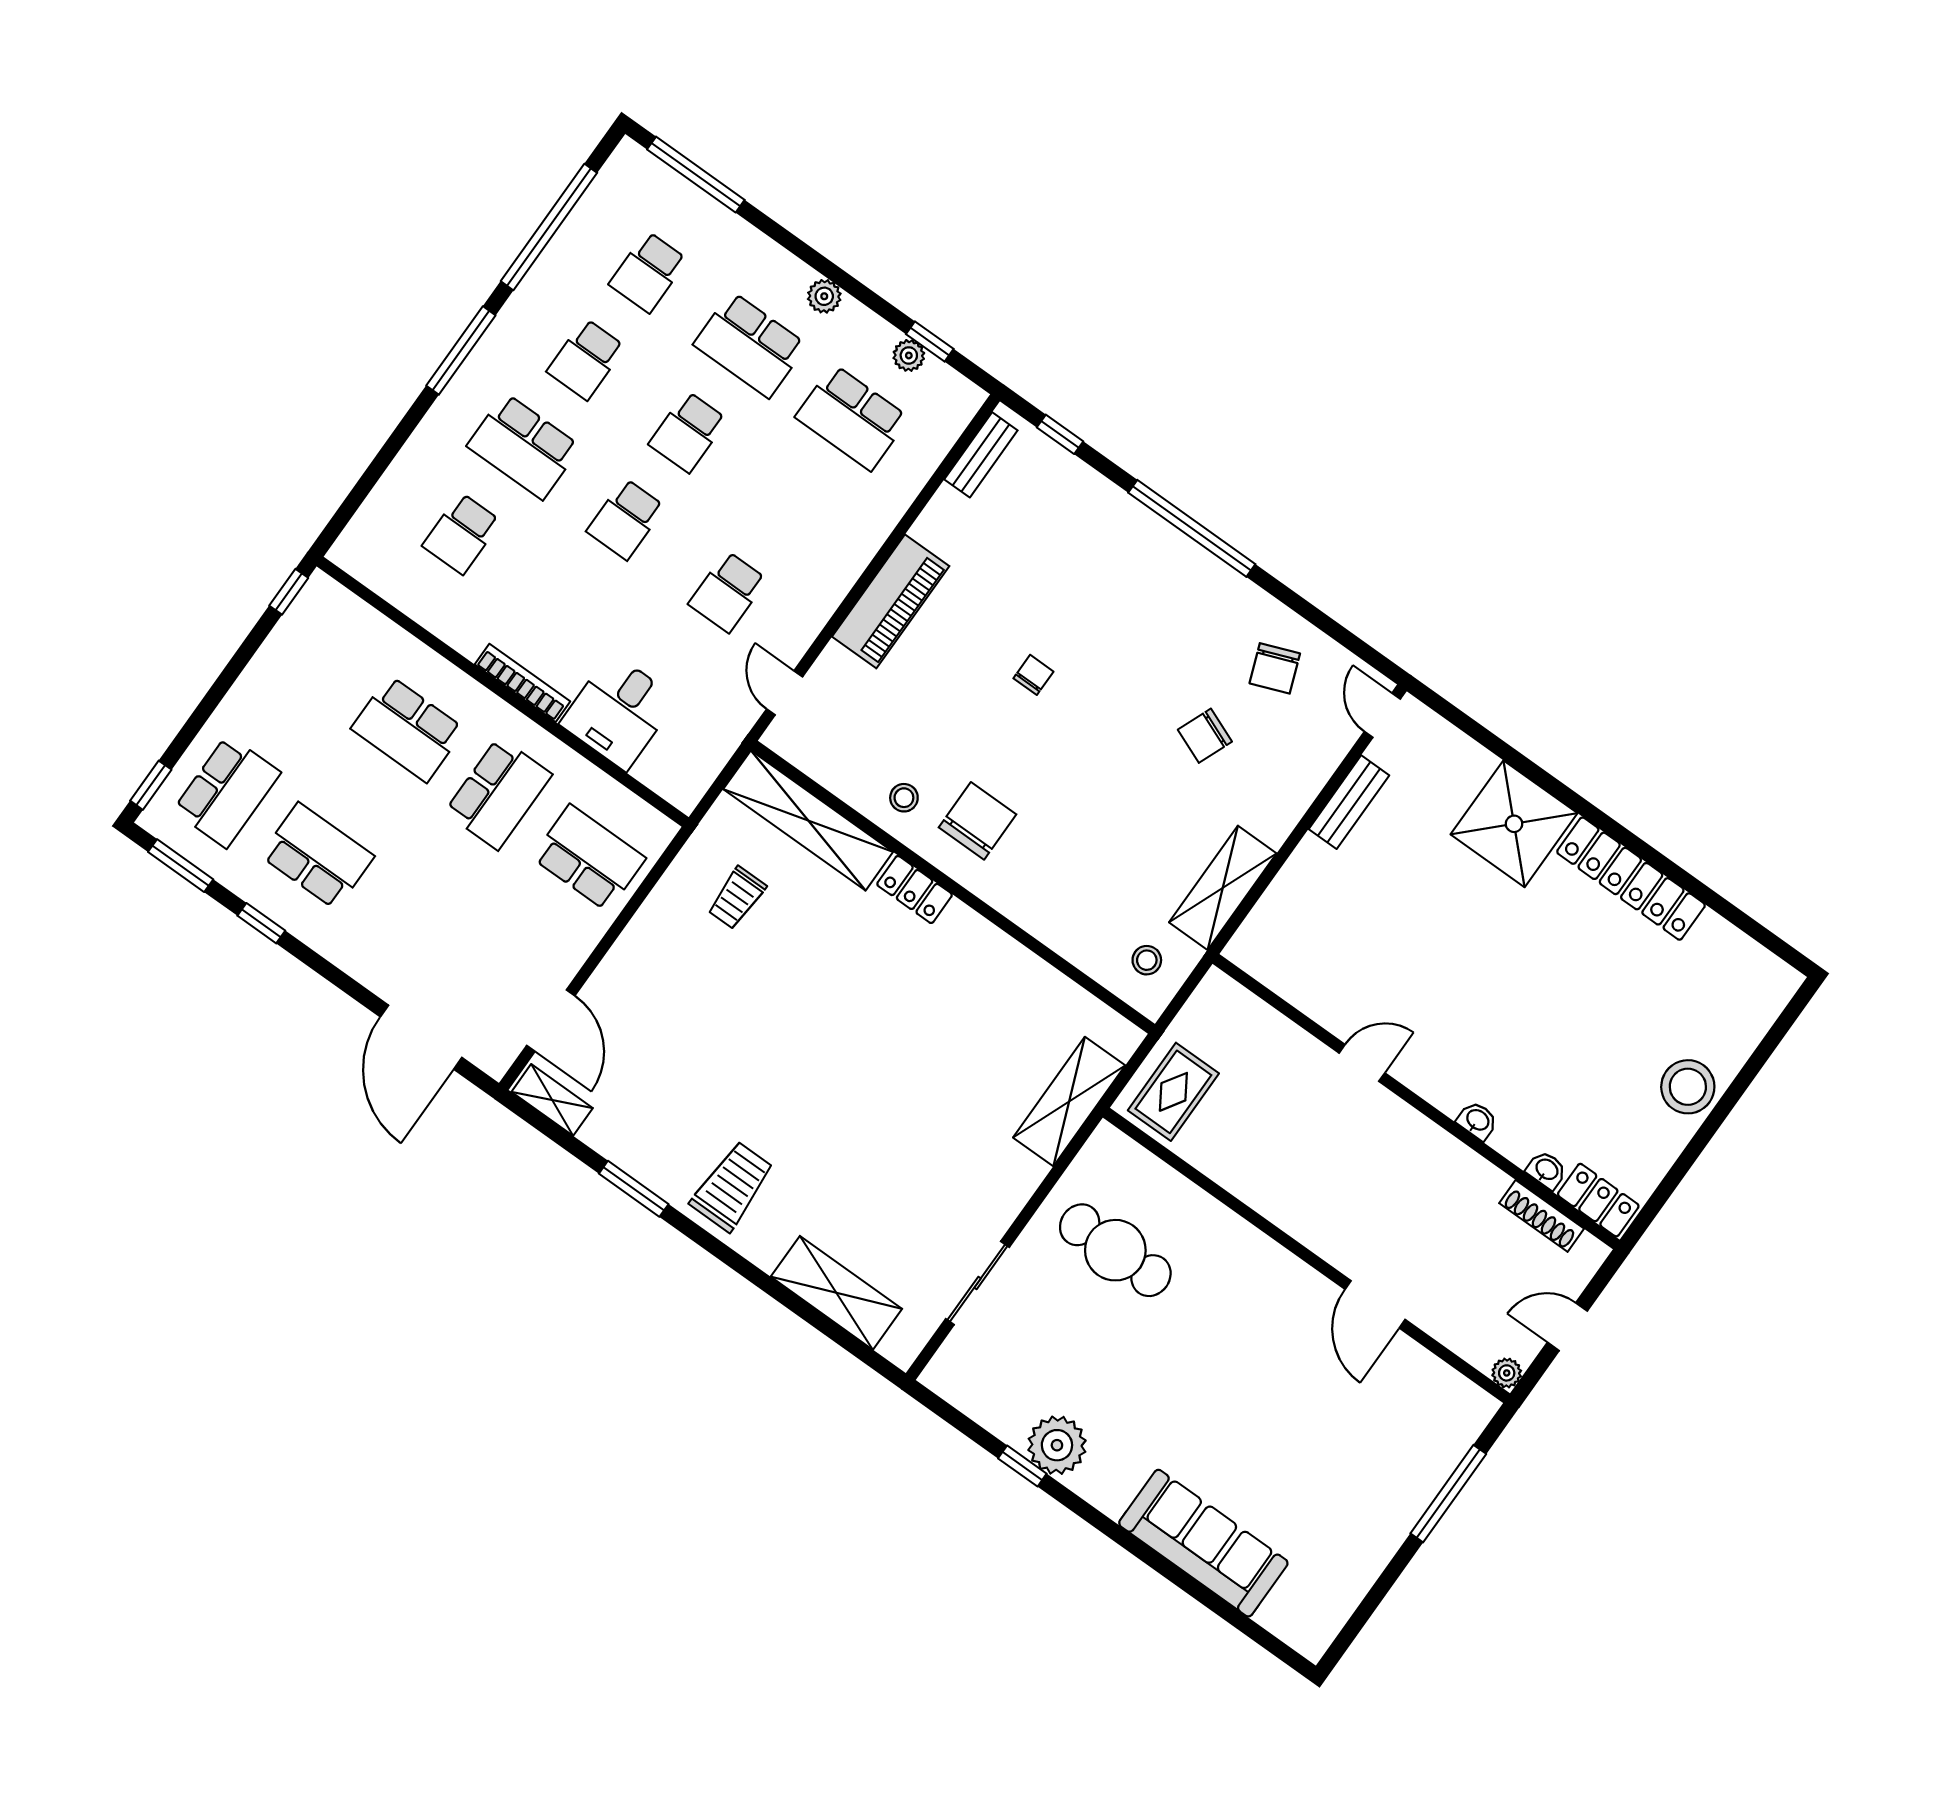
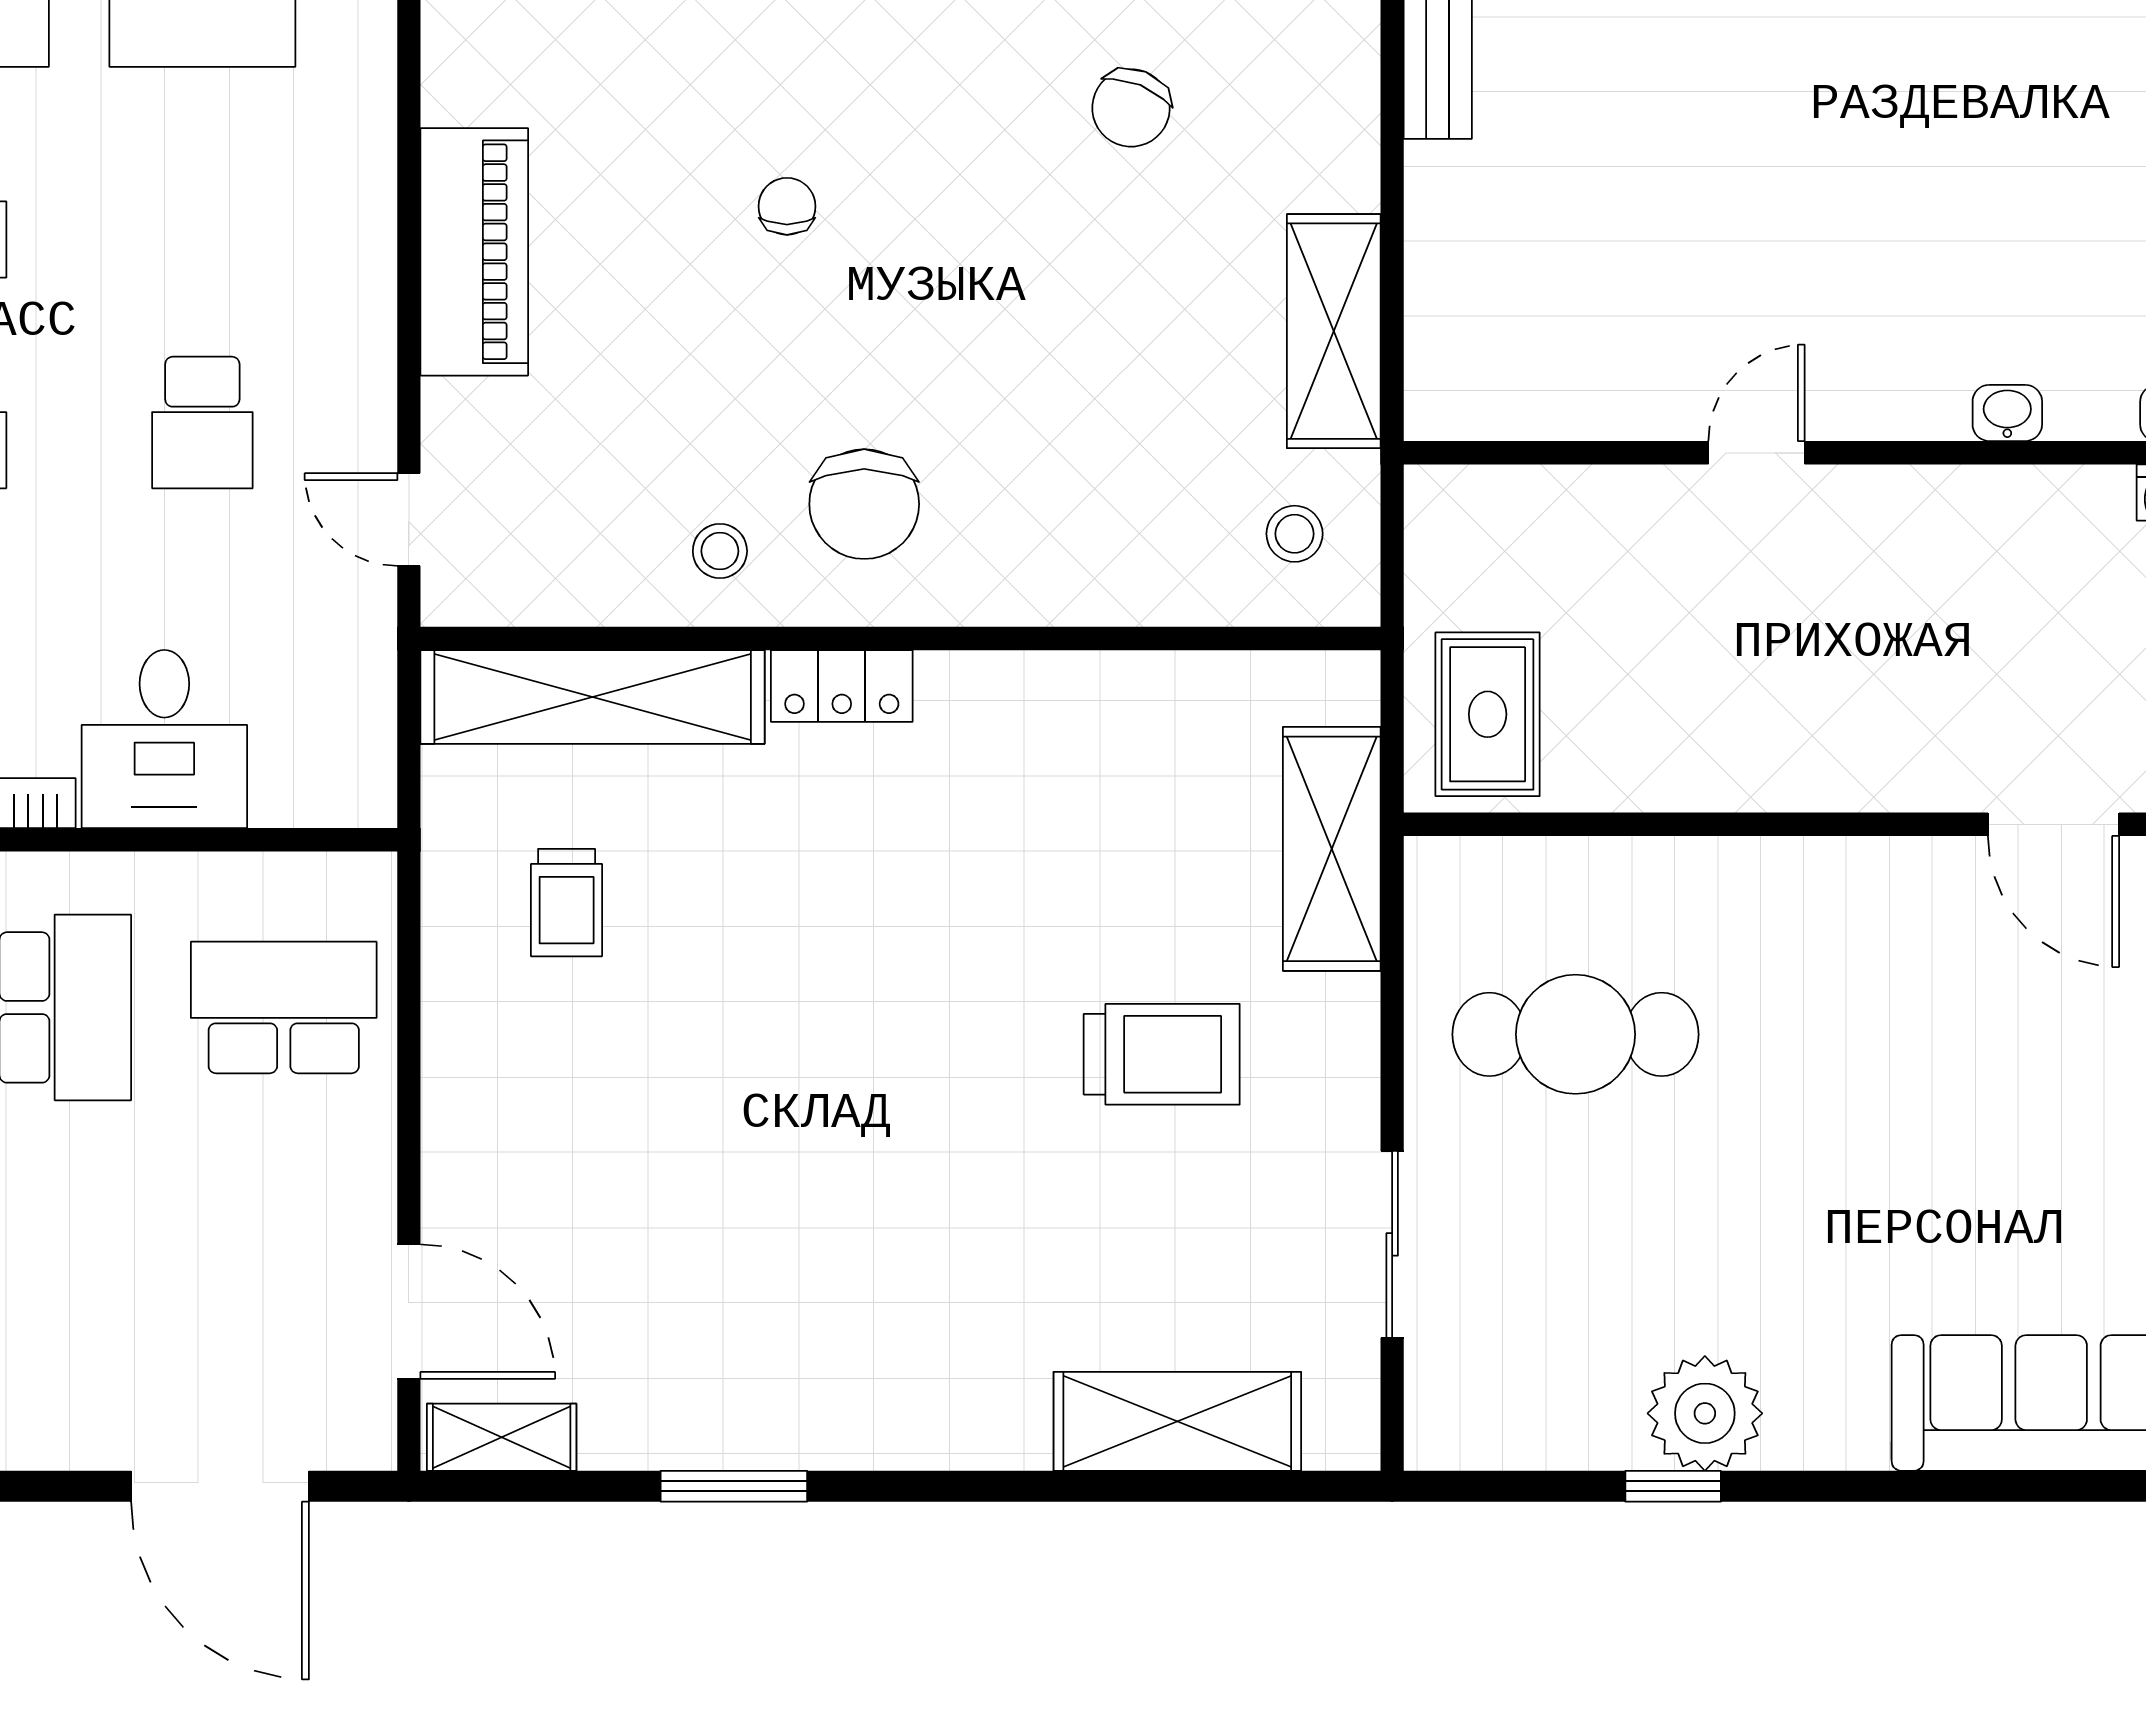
chair: (978, 821) -> (864, 504), turned 180
trolley: (732, 1186) -> (1162, 1054), moved, turned 90

